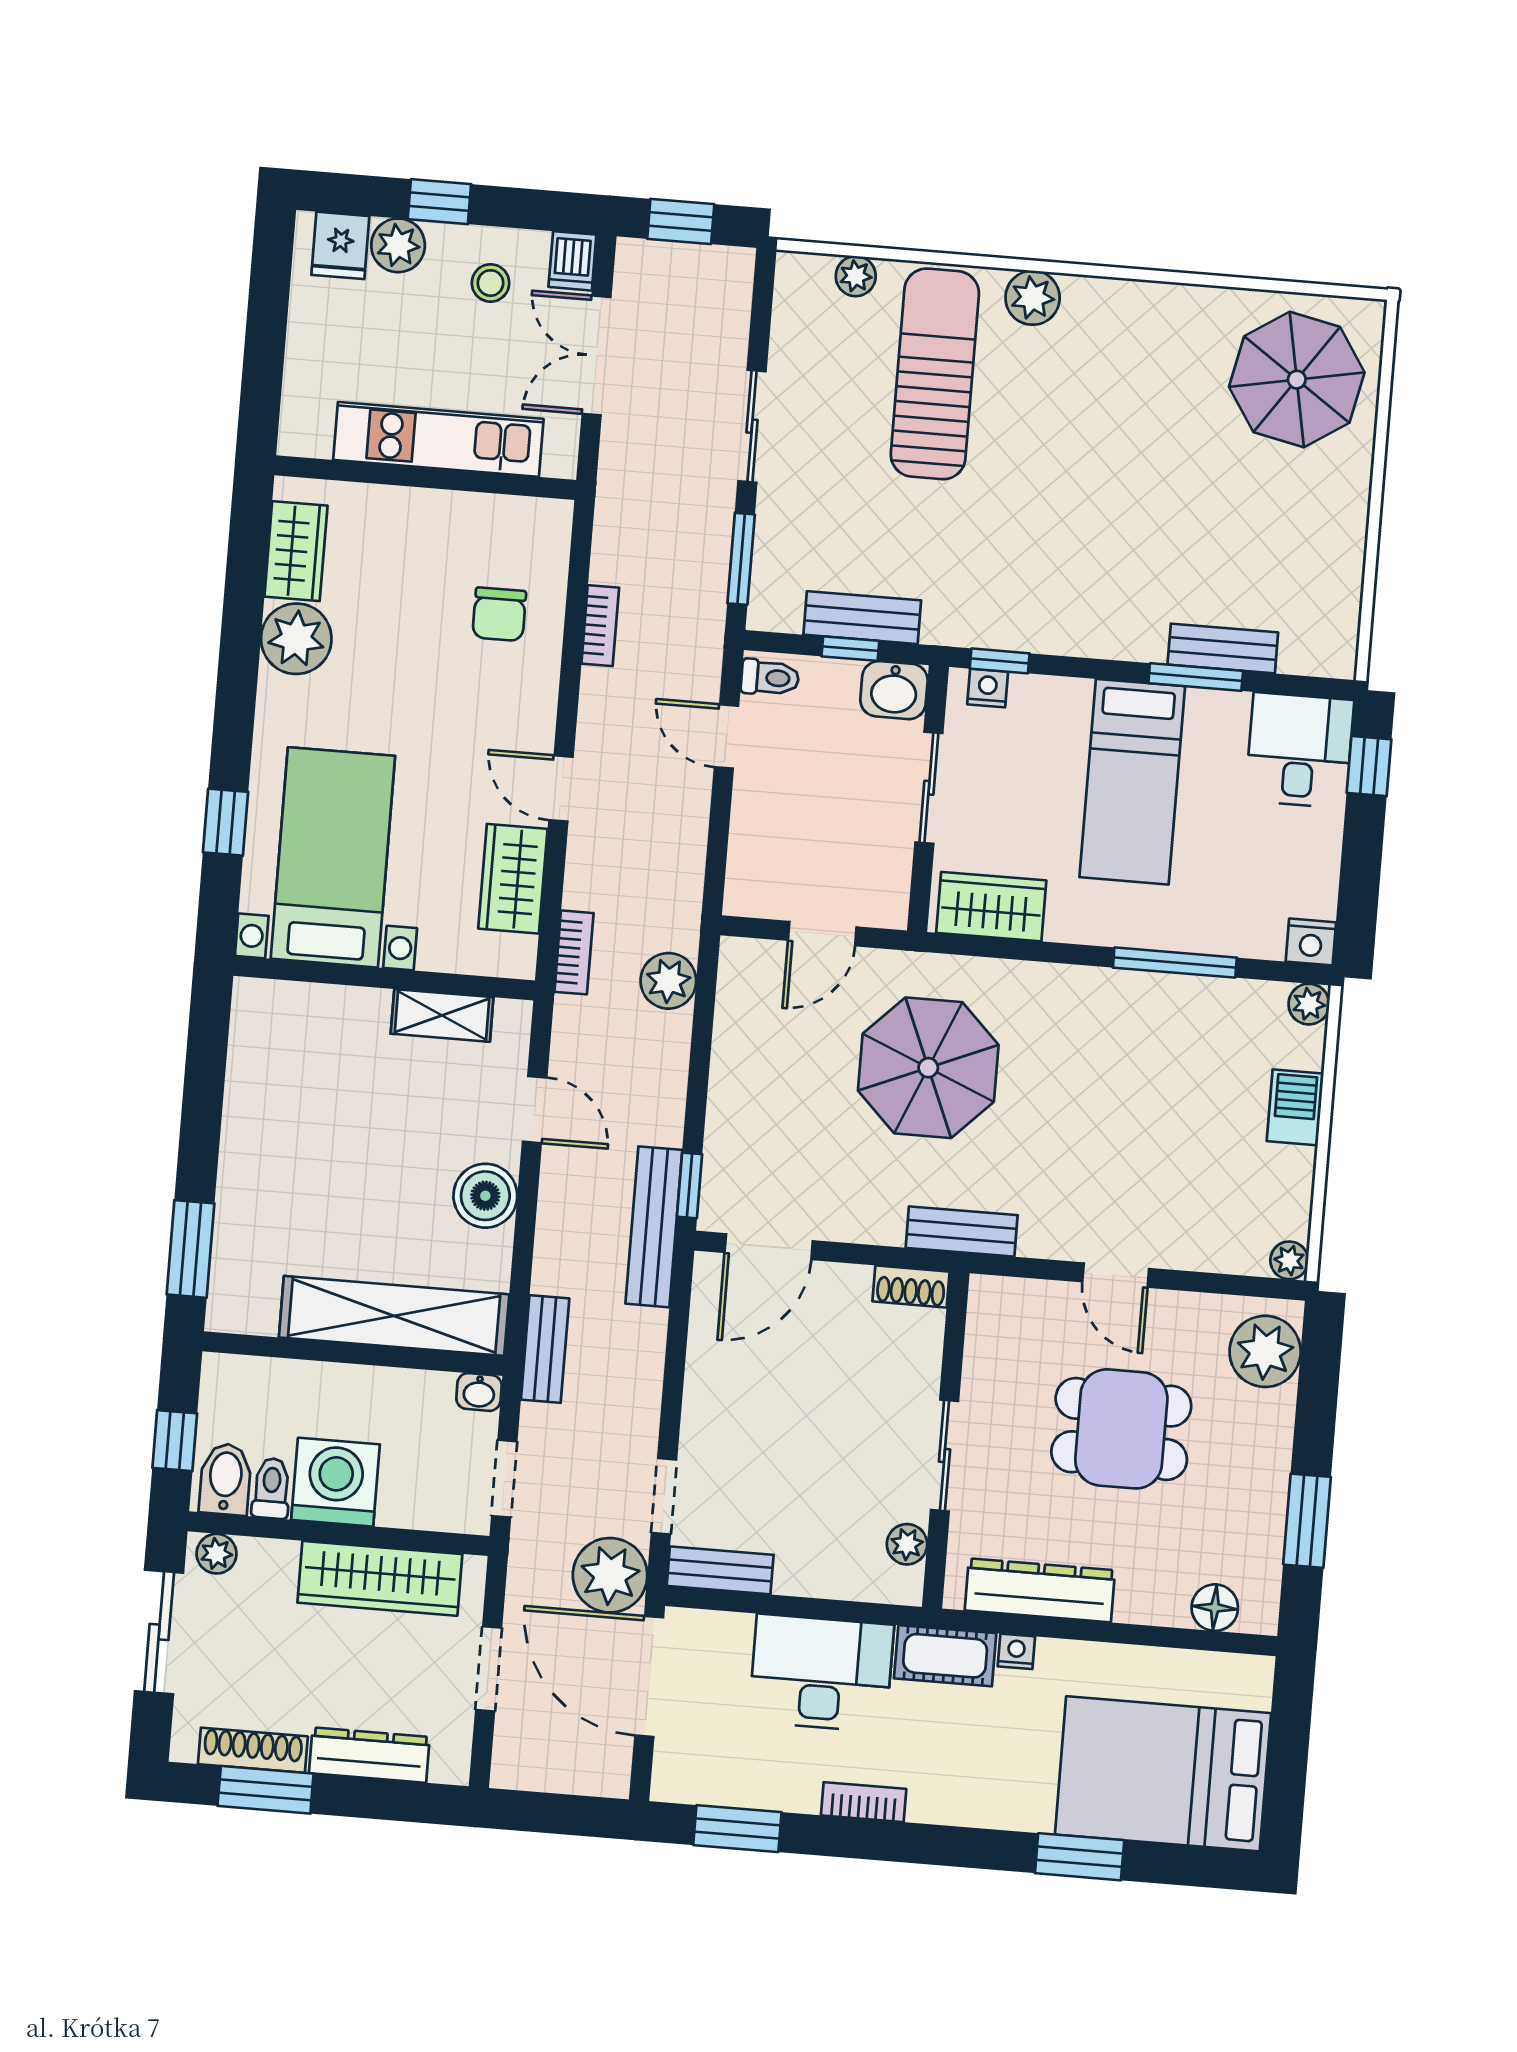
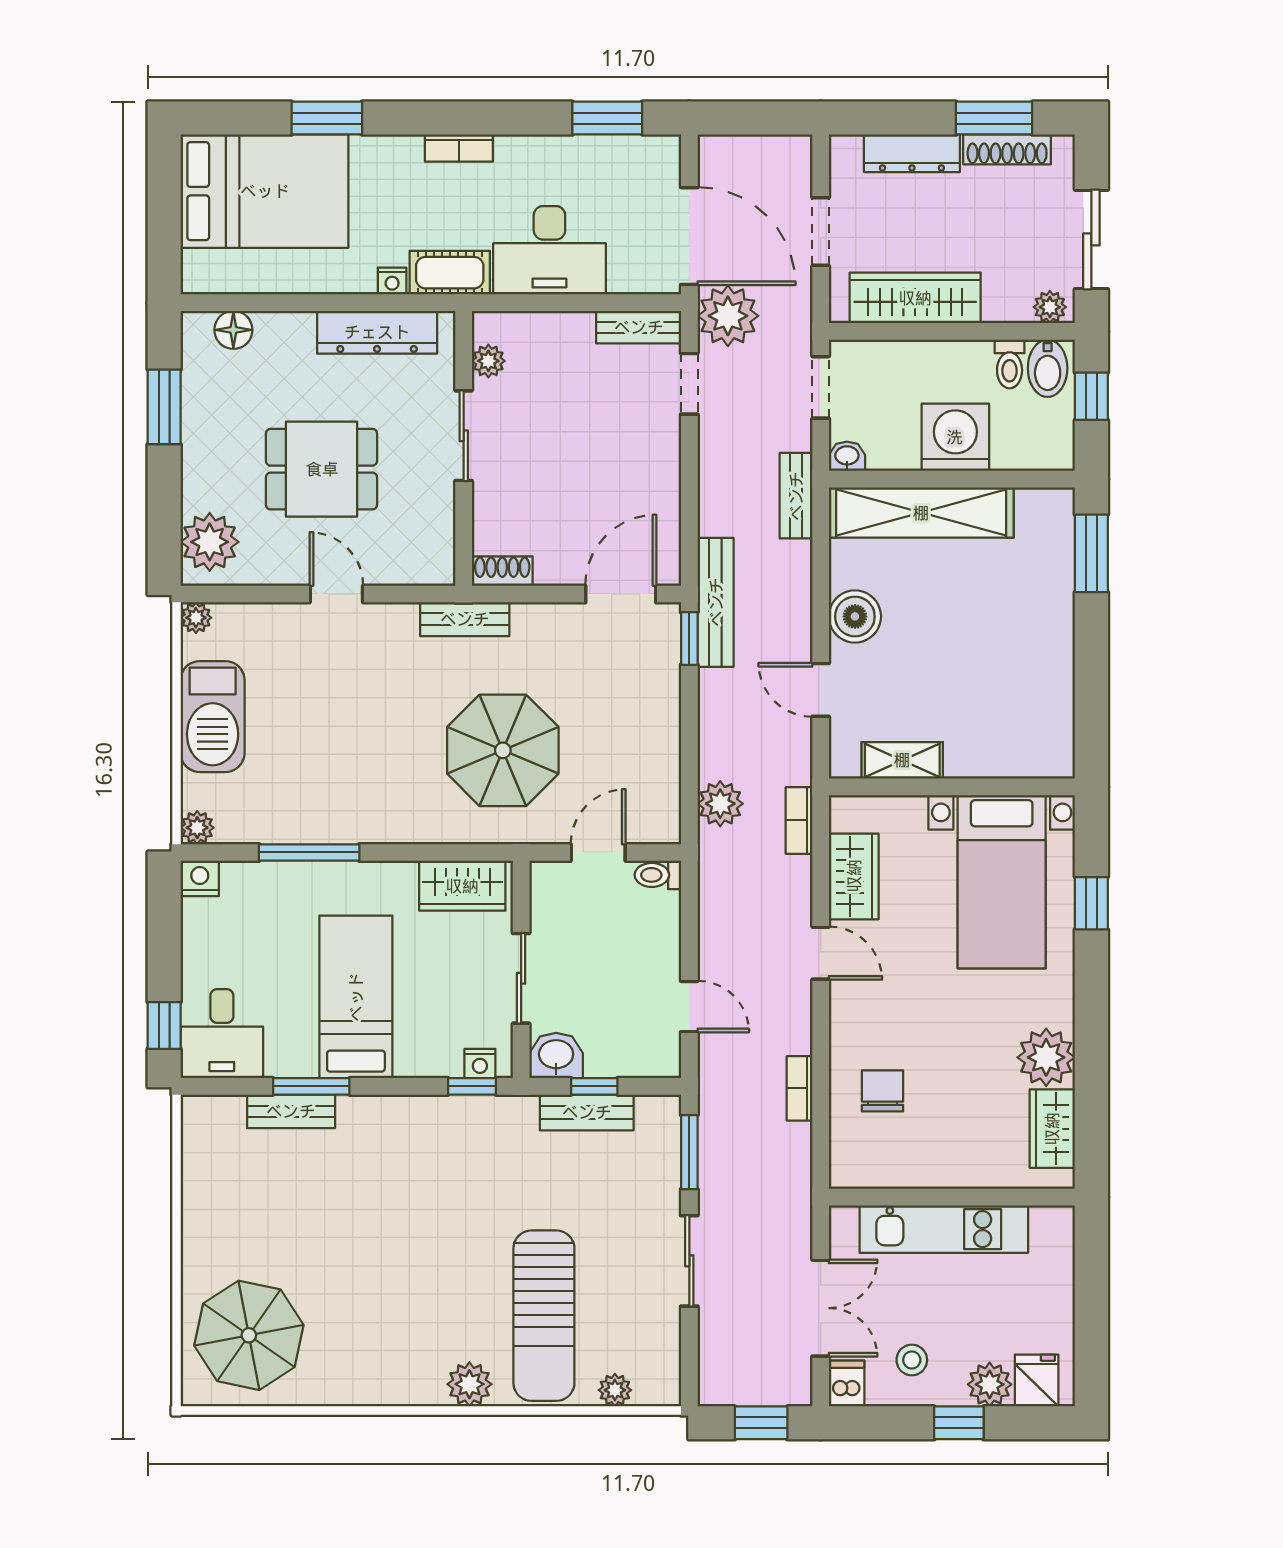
toilet: (770, 678) -> (658, 875), moved
barbecue: (1295, 1107) -> (213, 717), width x1.88, depth x1.53
washing machine: (336, 1482) -> (955, 437), moved, turned 180
bookcase: (864, 1802) -> (459, 148), moved

